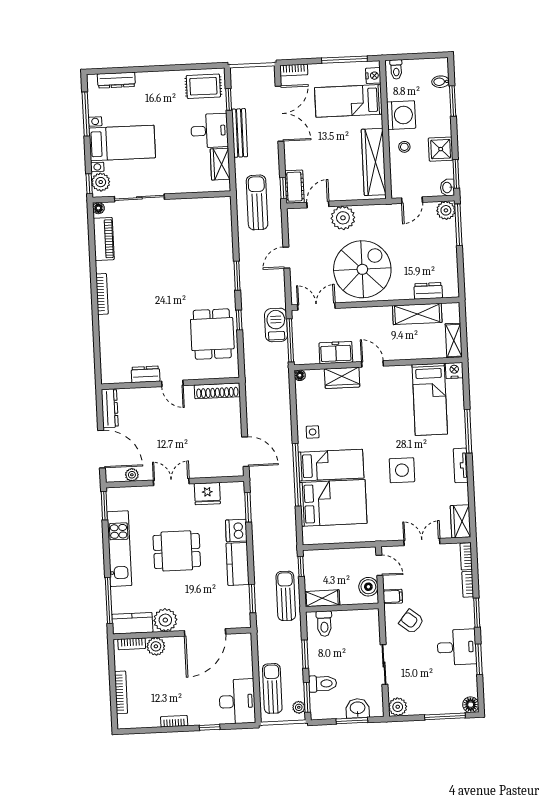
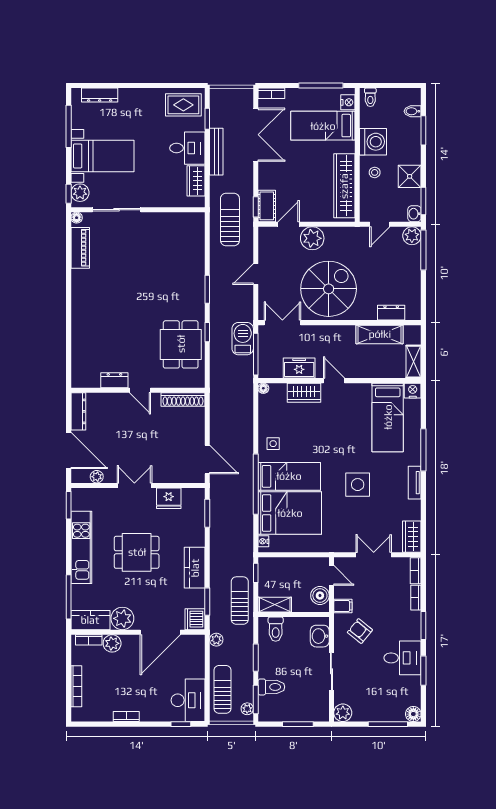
bookcase: (102, 294) -> (76, 301), removed
dishwasher: (236, 530) -> (195, 619), moved
nightstand: (307, 533) -> (263, 541), added
plant: (263, 637) -> (216, 640), added
washbasin: (358, 708) -> (320, 636), moved, turned -90
window: (210, 727) -> (181, 724), moved

